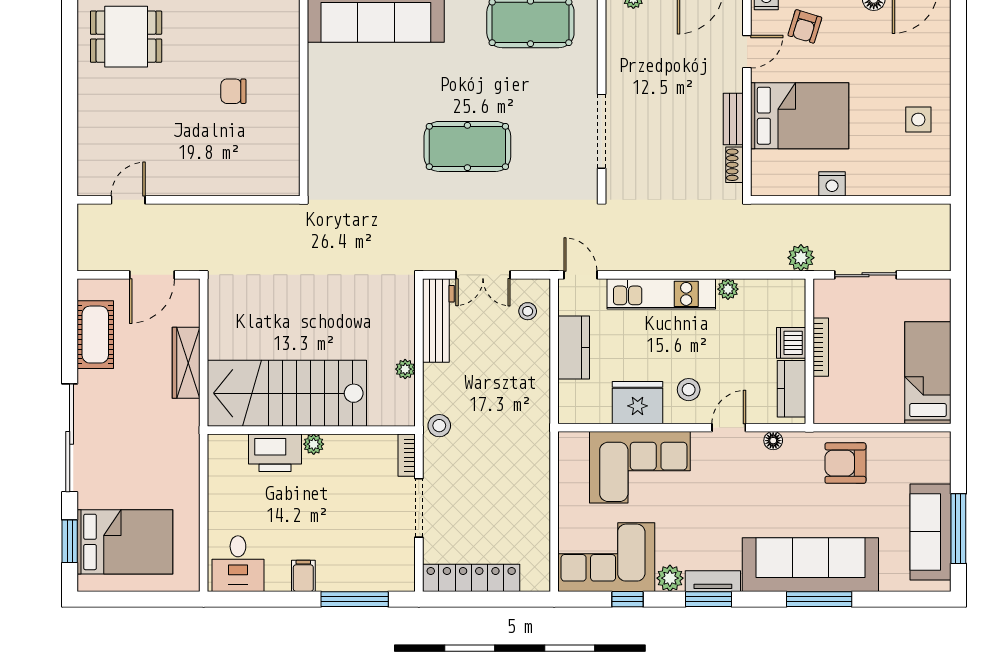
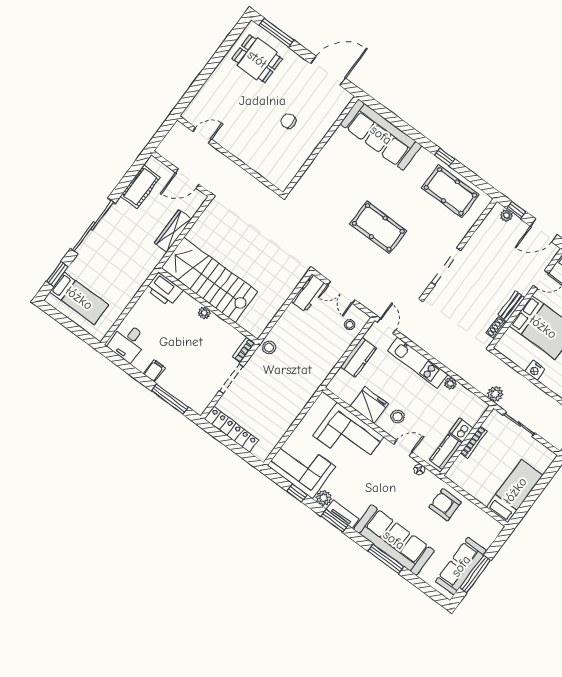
workbench: (438, 321) -> (309, 293), width x0.73
plant: (405, 369) -> (273, 309), removed
printer: (275, 453) -> (164, 289), moved
bed: (125, 542) -> (79, 298), width x0.67

